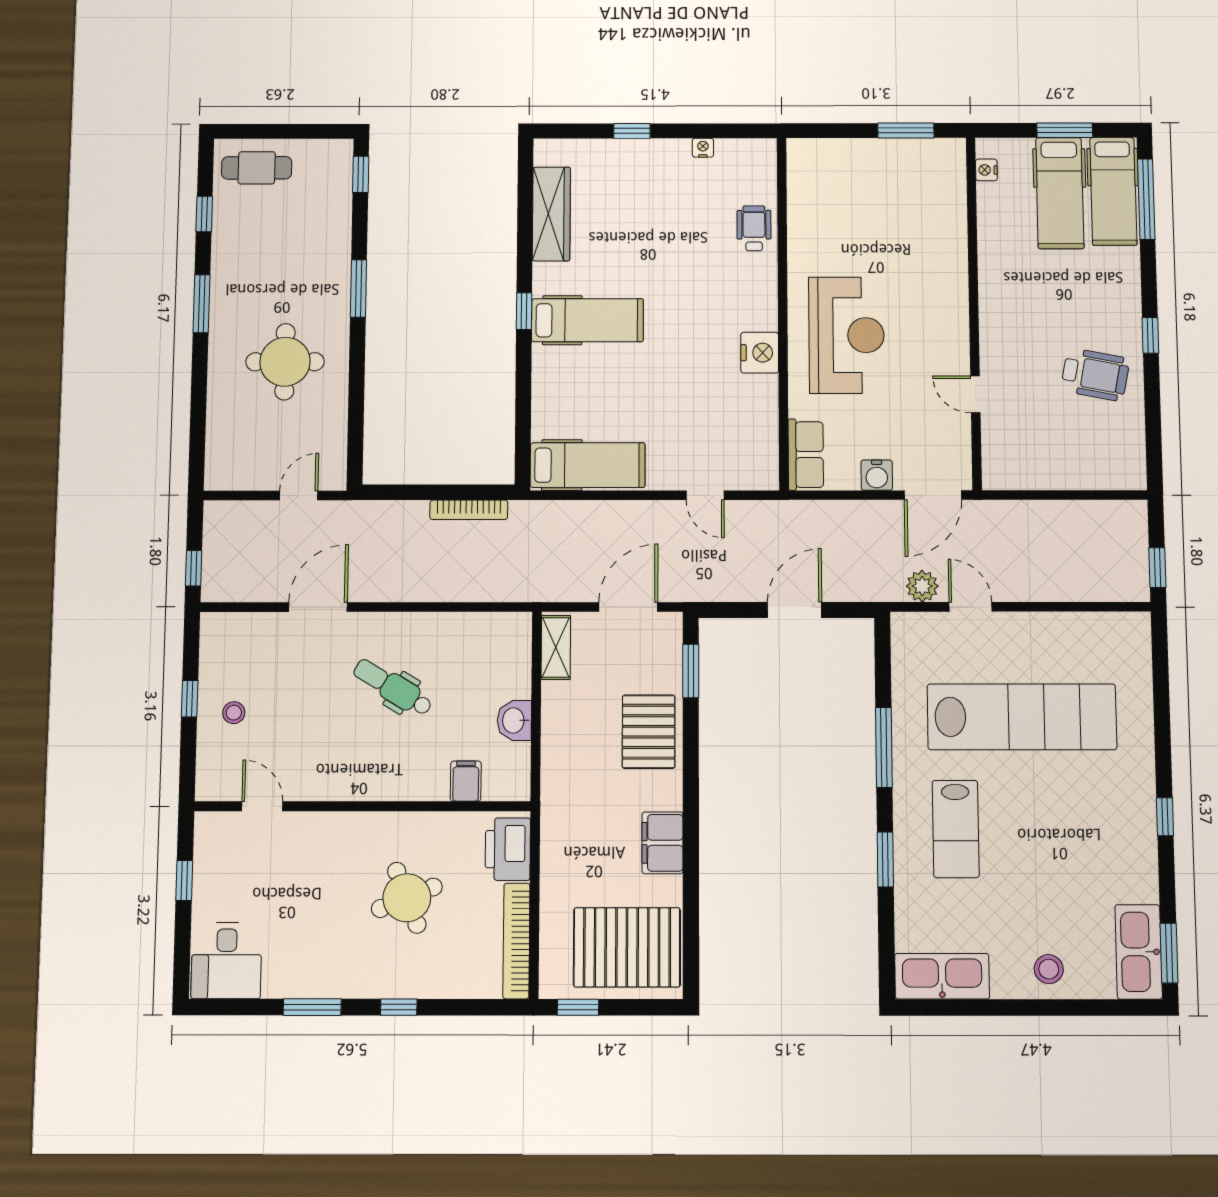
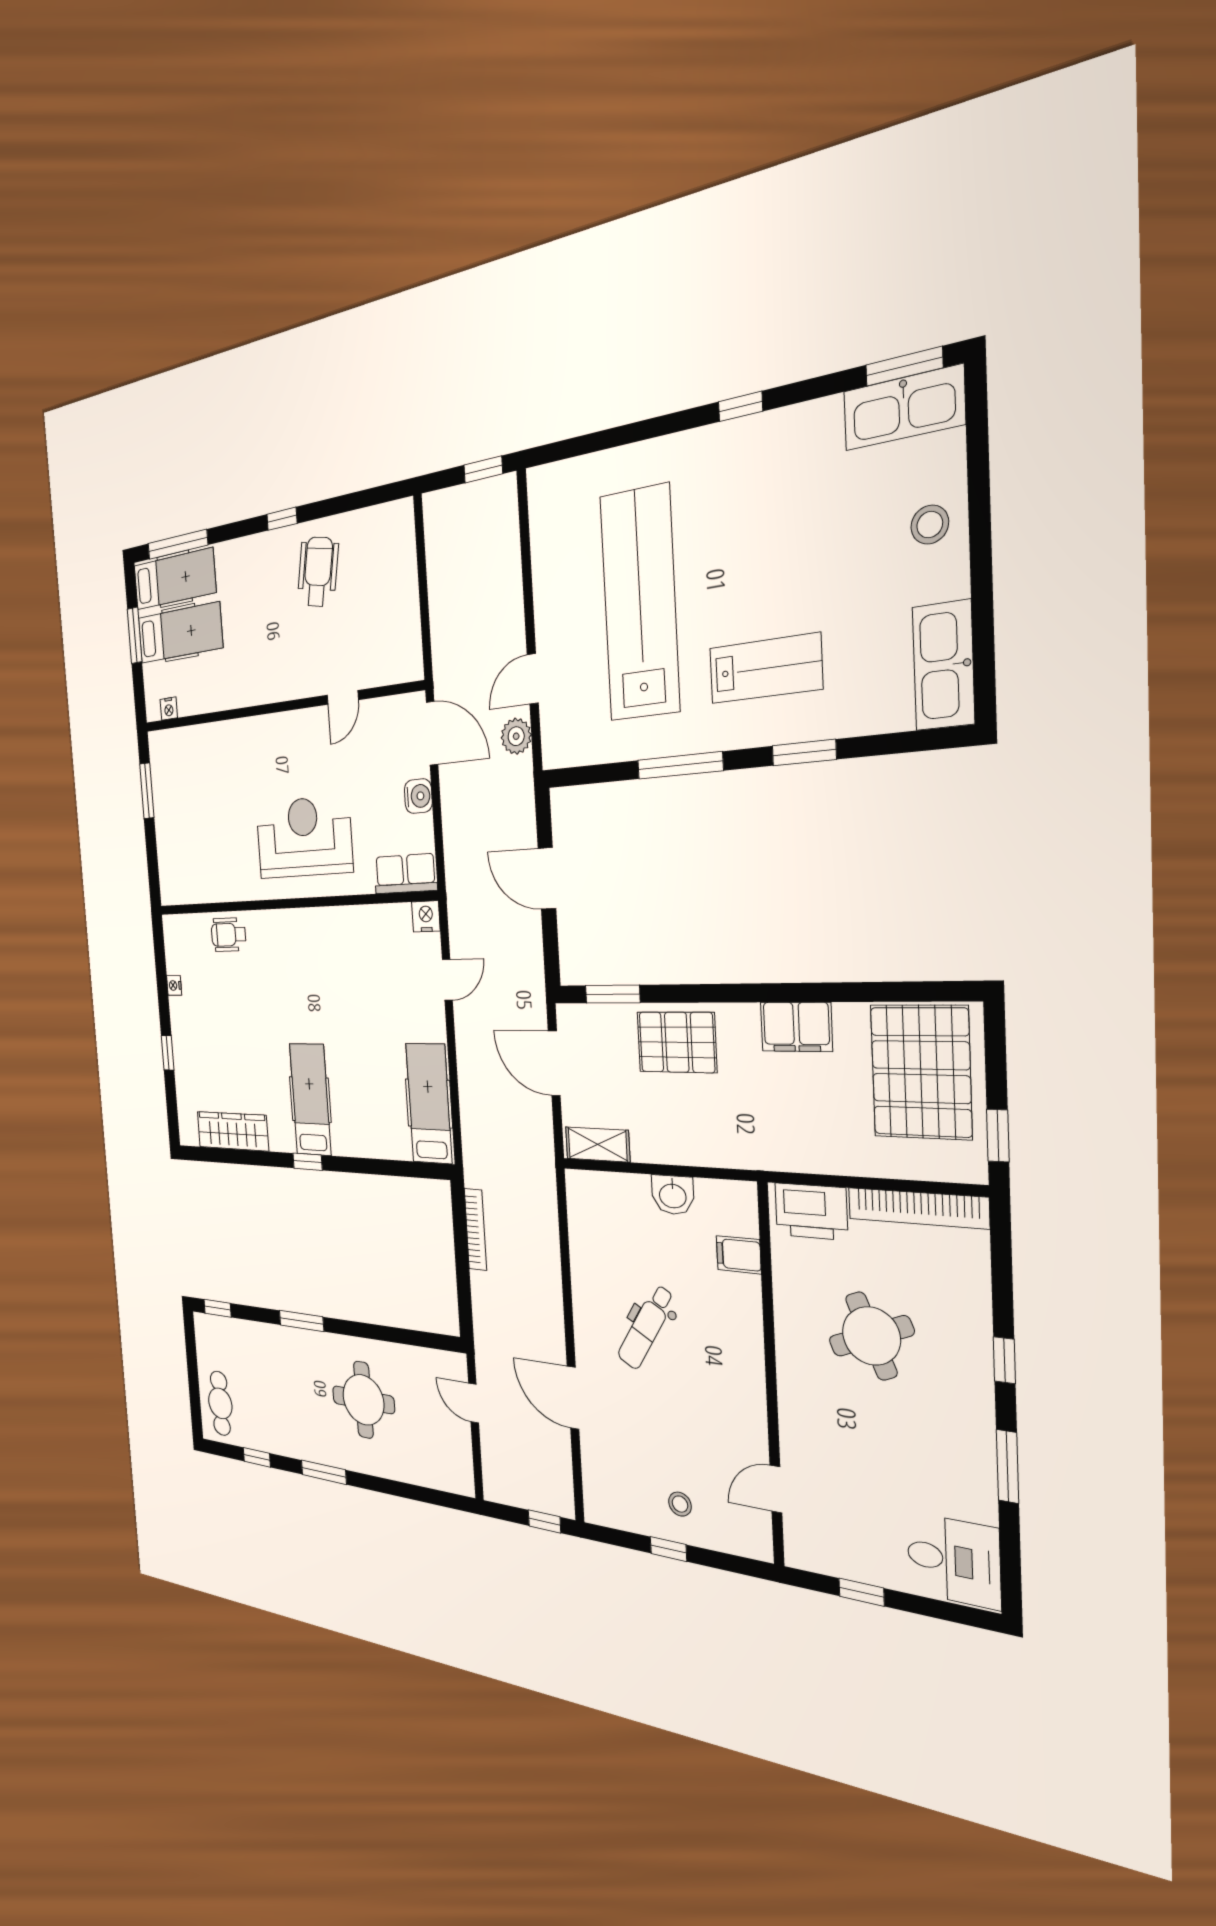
nightstand: (760, 353) -> (426, 916), moved, width x0.74, depth x0.75

